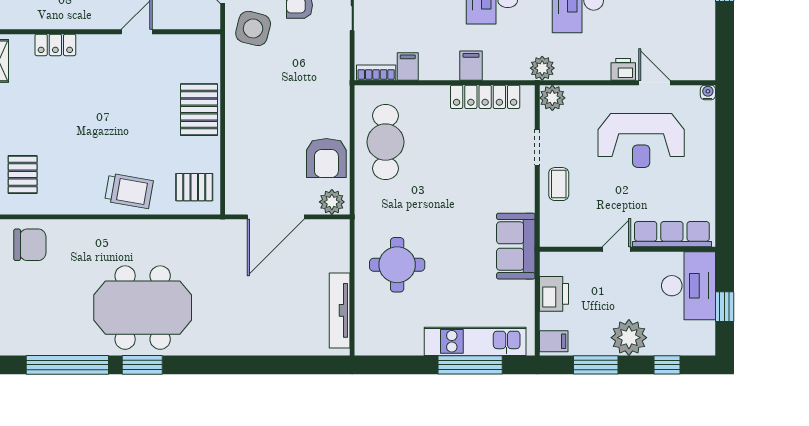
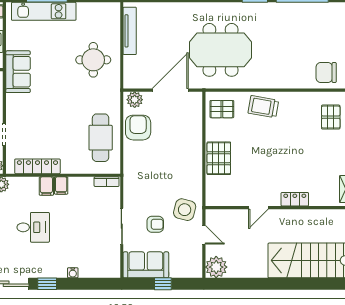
locker: (55, 45) -> (295, 199), moved
filing cabinet: (408, 67) -> (61, 186), moved
meeting table: (143, 308) -> (221, 50), moved

